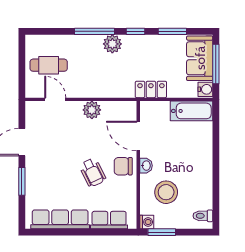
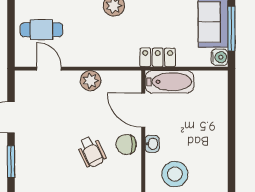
bathtub: (192, 111) -> (170, 82), moved

